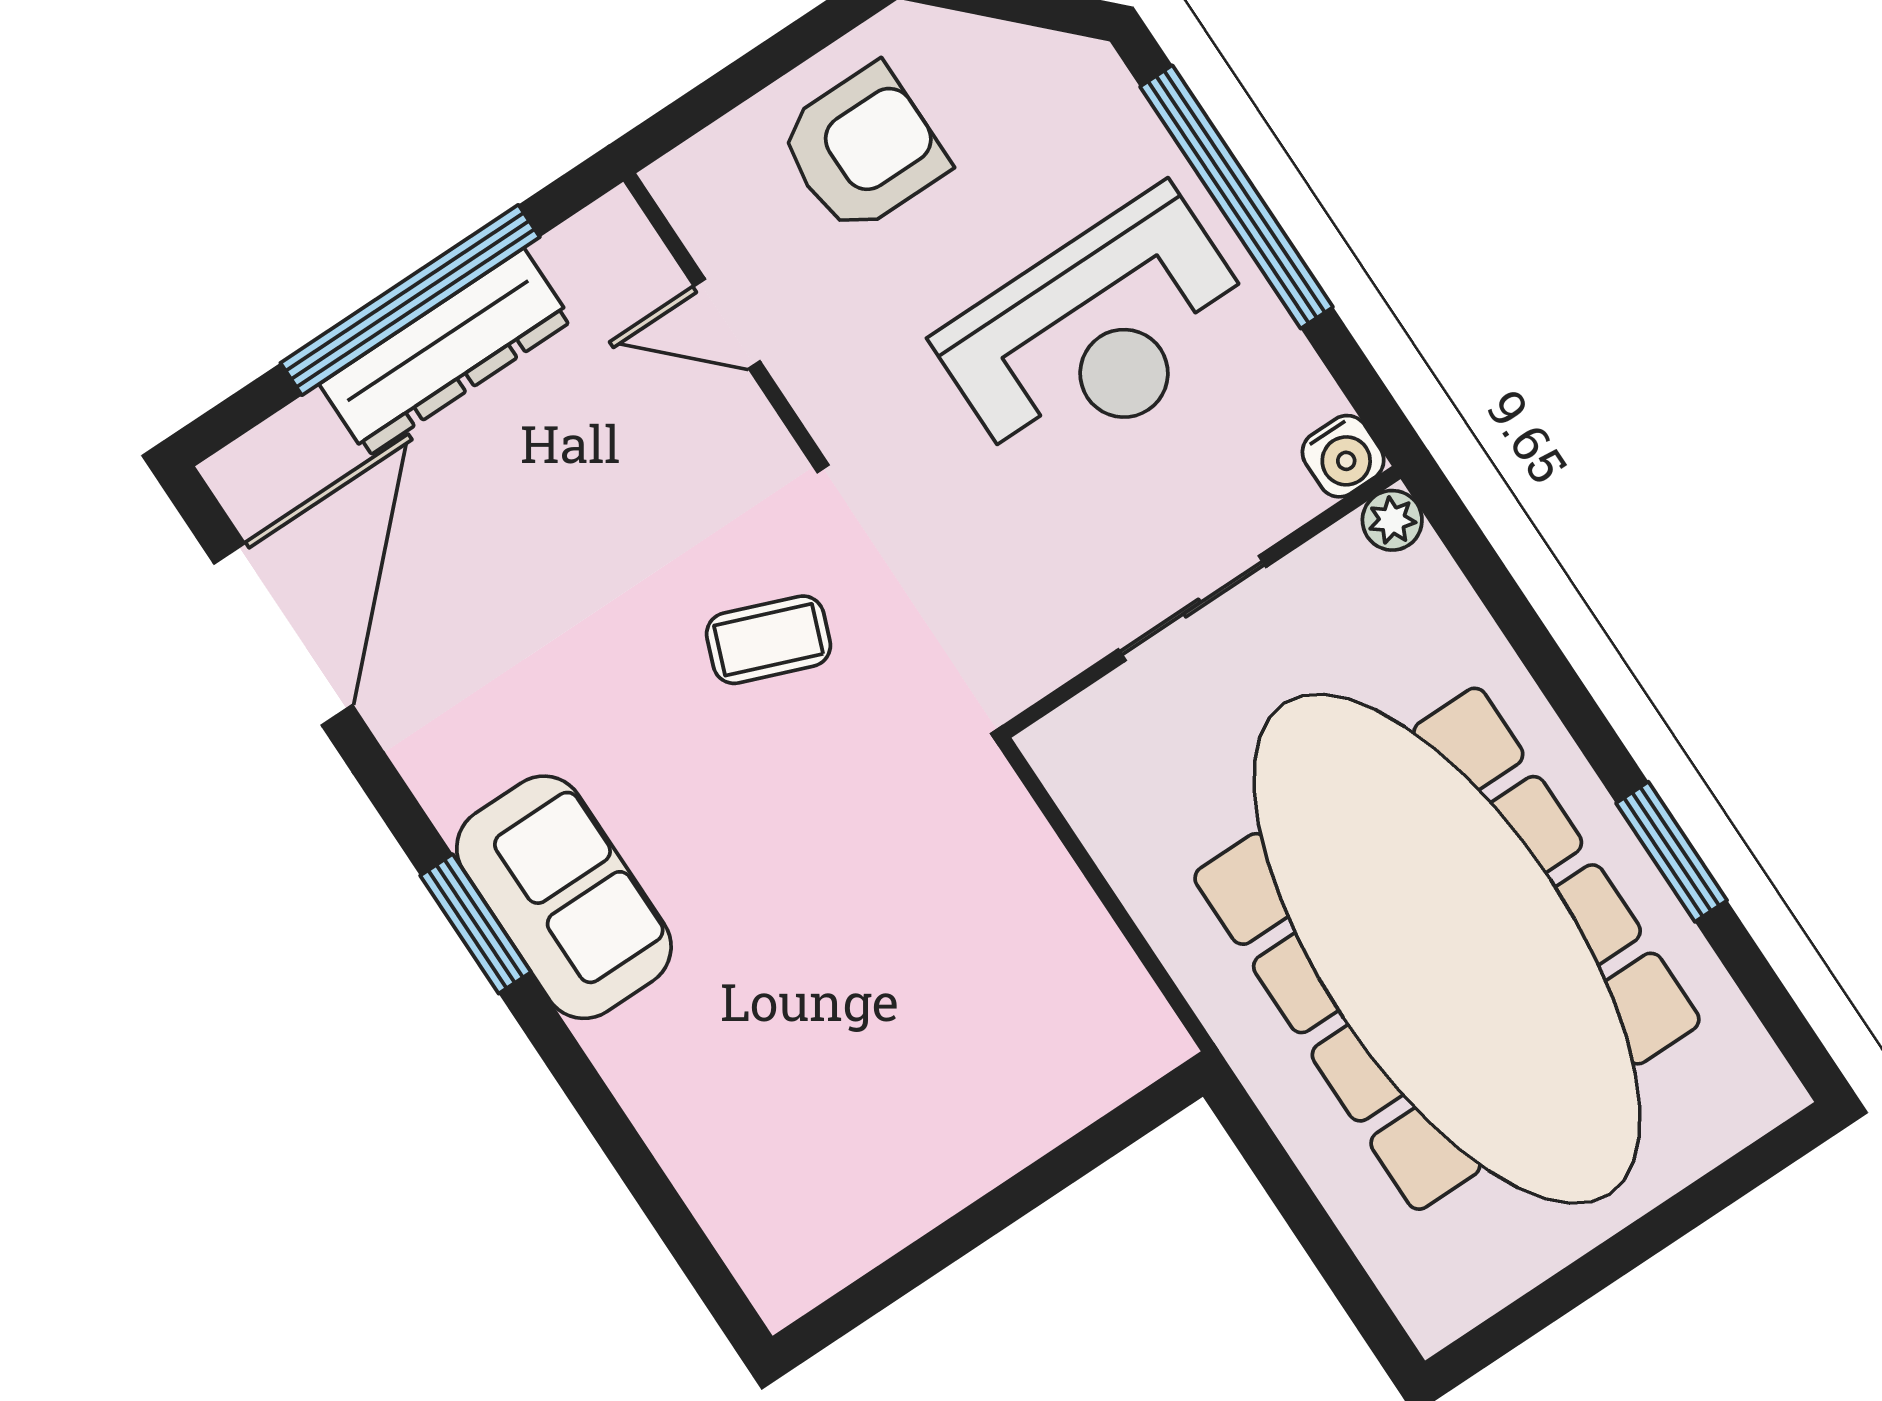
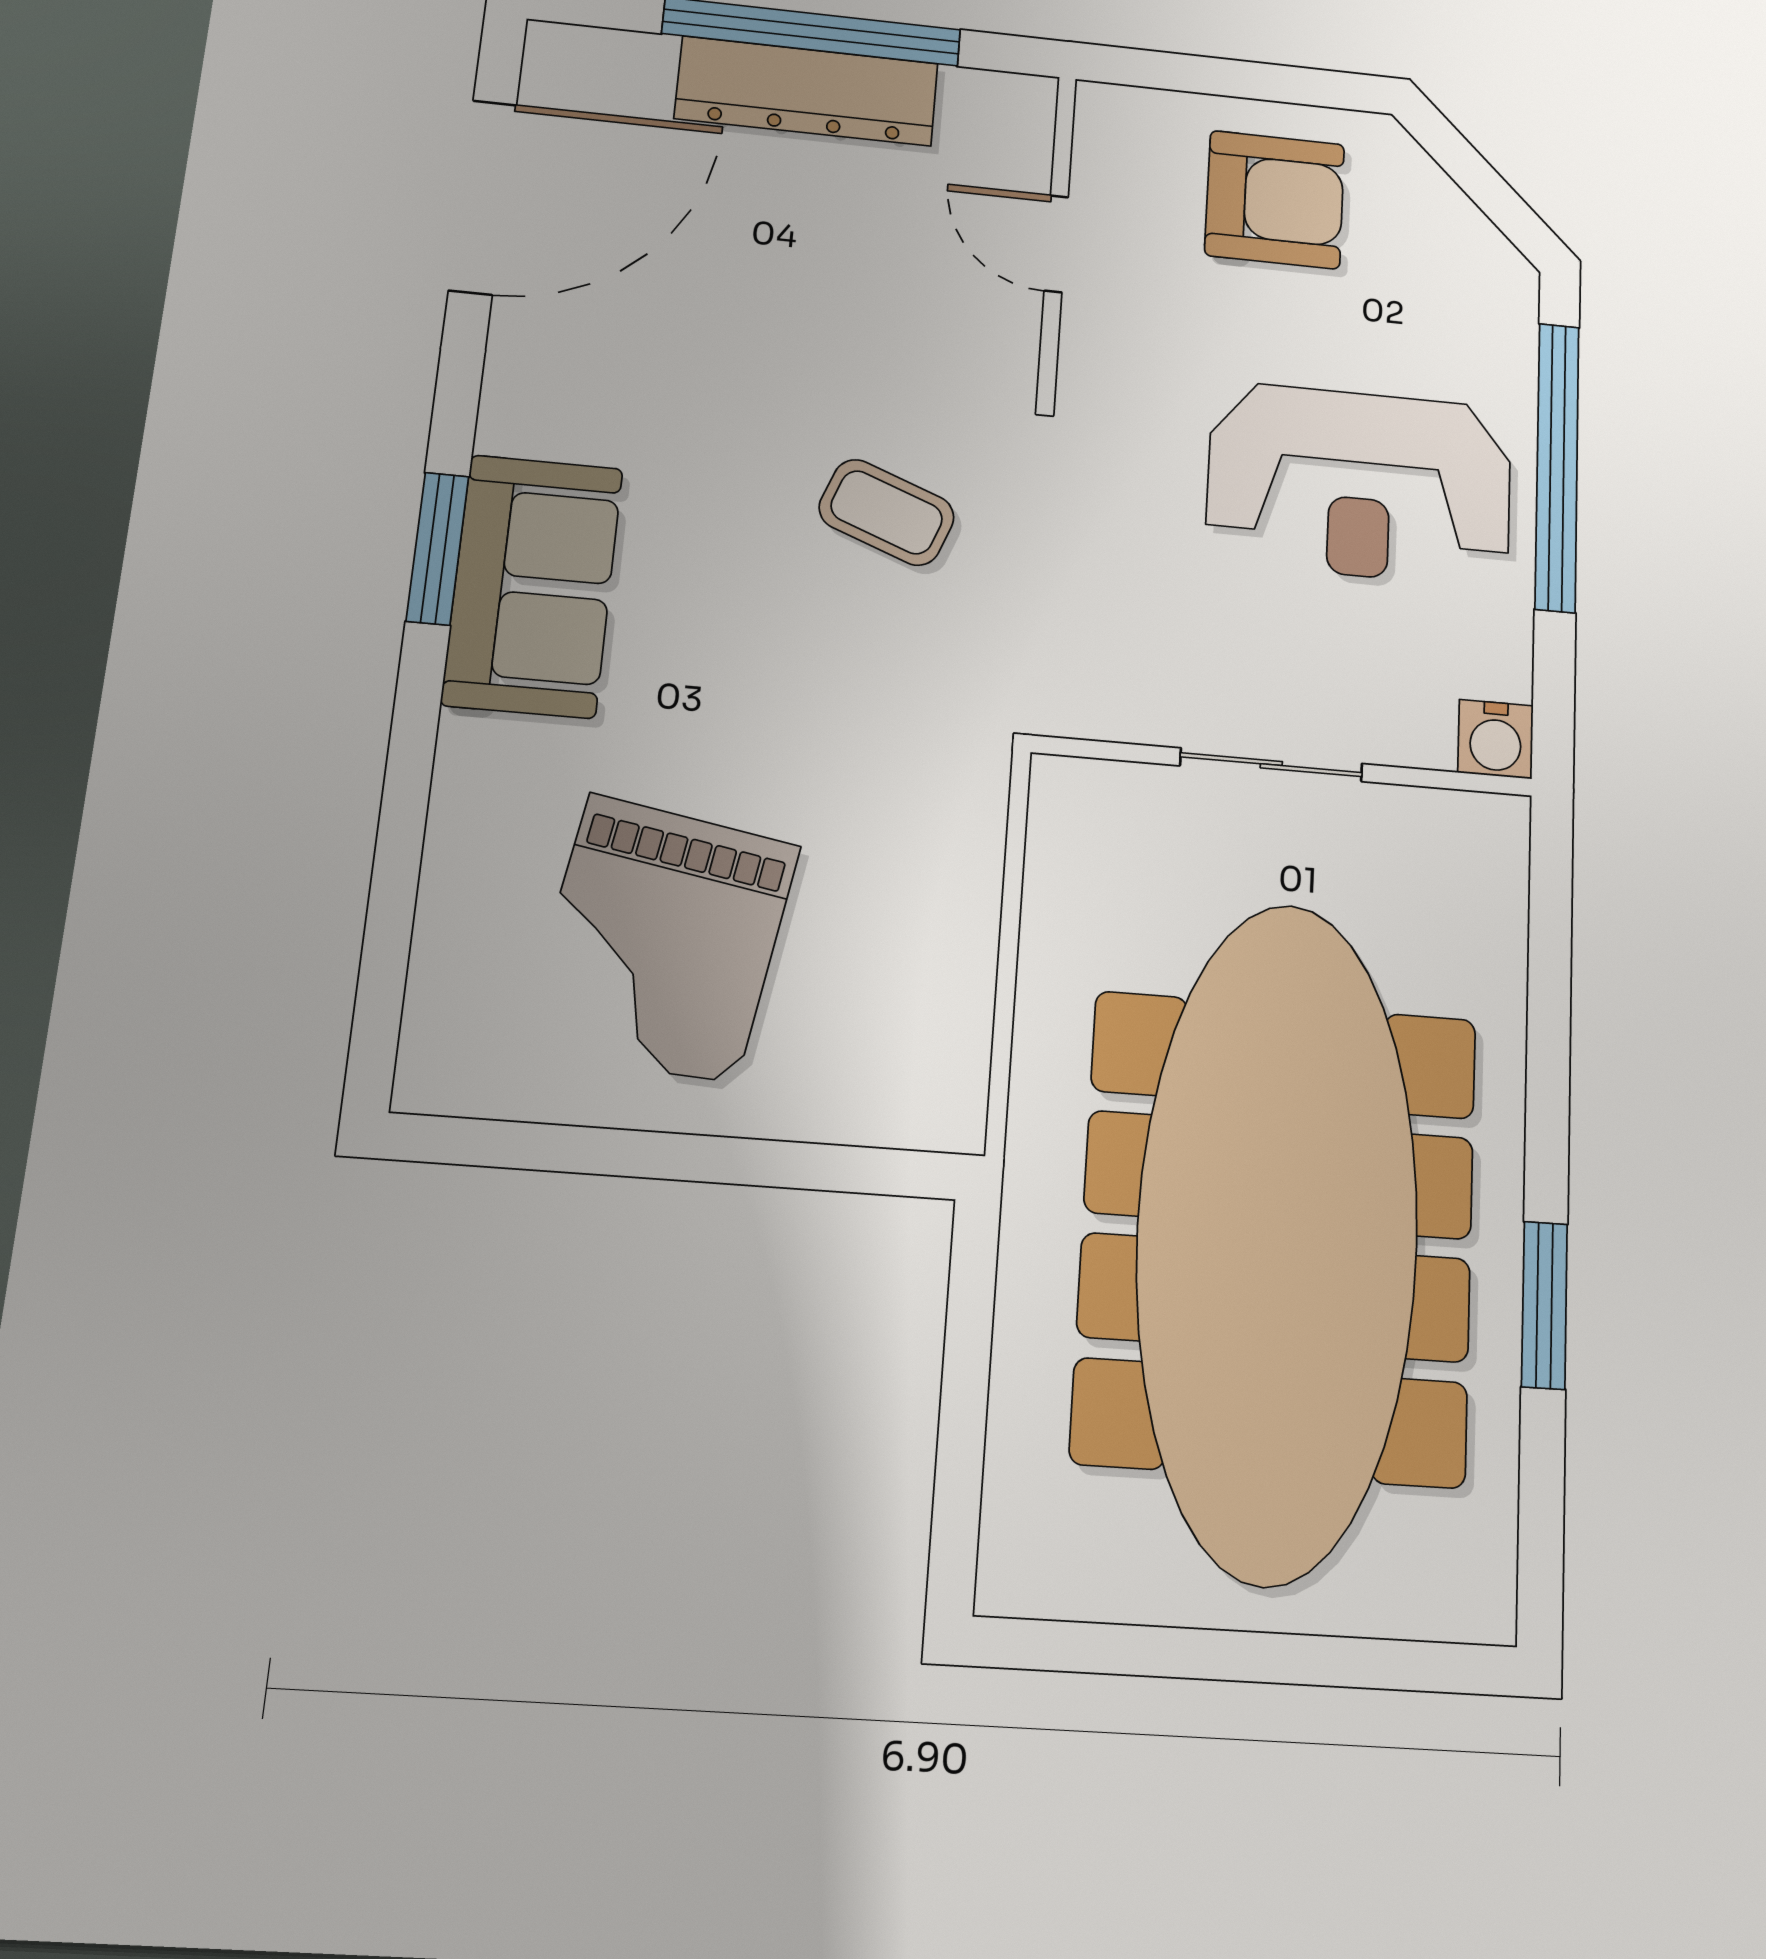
plant: (1392, 520) -> (1499, 824), removed
grand piano: (859, 1076) -> (661, 939), added

